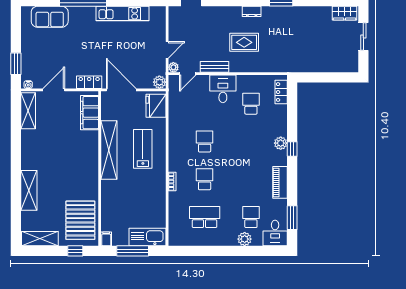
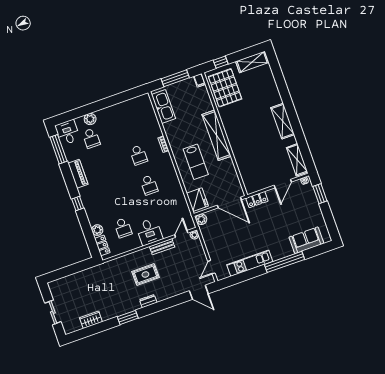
wardrobe: (345, 13) -> (91, 320), moved
door: (167, 50) -> (211, 267), moved
filing cabinet: (90, 113) -> (248, 176), removed
plant: (281, 143) -> (97, 230), moved
shelving: (109, 150) -> (217, 135), moved
shelving: (29, 190) -> (283, 121), moved
school desk: (205, 217) -> (128, 125), removed
window: (292, 218) -> (58, 149), width x1.44
kitchen sink: (147, 237) -> (164, 107), moved, turned -90

